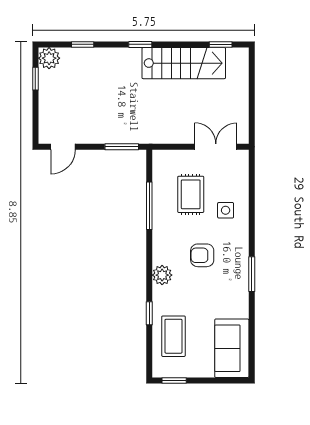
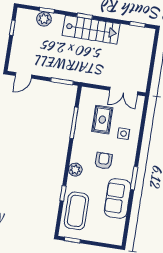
plant: (49, 58) -> (44, 19), moved
stairs: (184, 63) -> (91, 30), moved
double door: (216, 147) -> (124, 91), swing flipped
armchair: (202, 255) -> (104, 161), turned 90
coffee table: (173, 336) -> (76, 211), width x1.36, depth x1.32
sofa: (232, 348) -> (118, 198), moved

